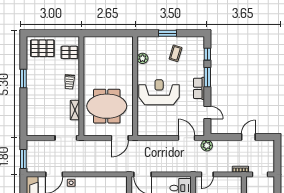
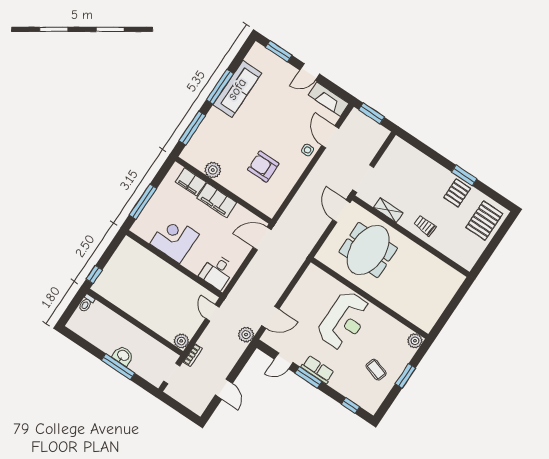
pallet: (69, 52) -> (457, 193), moved
plant: (143, 58) -> (415, 341), moved
window: (207, 77) -> (308, 377), moved
door: (120, 138) -> (341, 211), moved
plant: (237, 182) -> (181, 341), added

